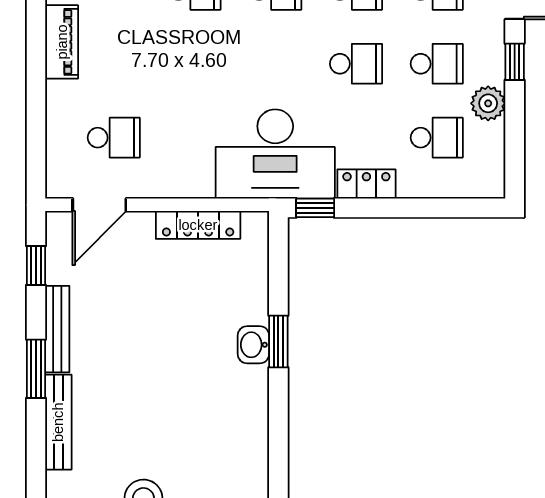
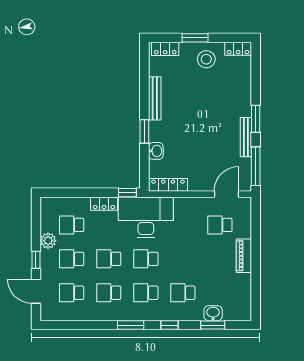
piano: (62, 42) -> (244, 256), moved
school desk: (275, 64) -> (146, 259), added
locker: (198, 225) -> (168, 185), moved
window: (36, 265) -> (256, 166), width x2.17
washbasin: (253, 345) -> (156, 151), moved
bench: (58, 422) -> (155, 98), moved

